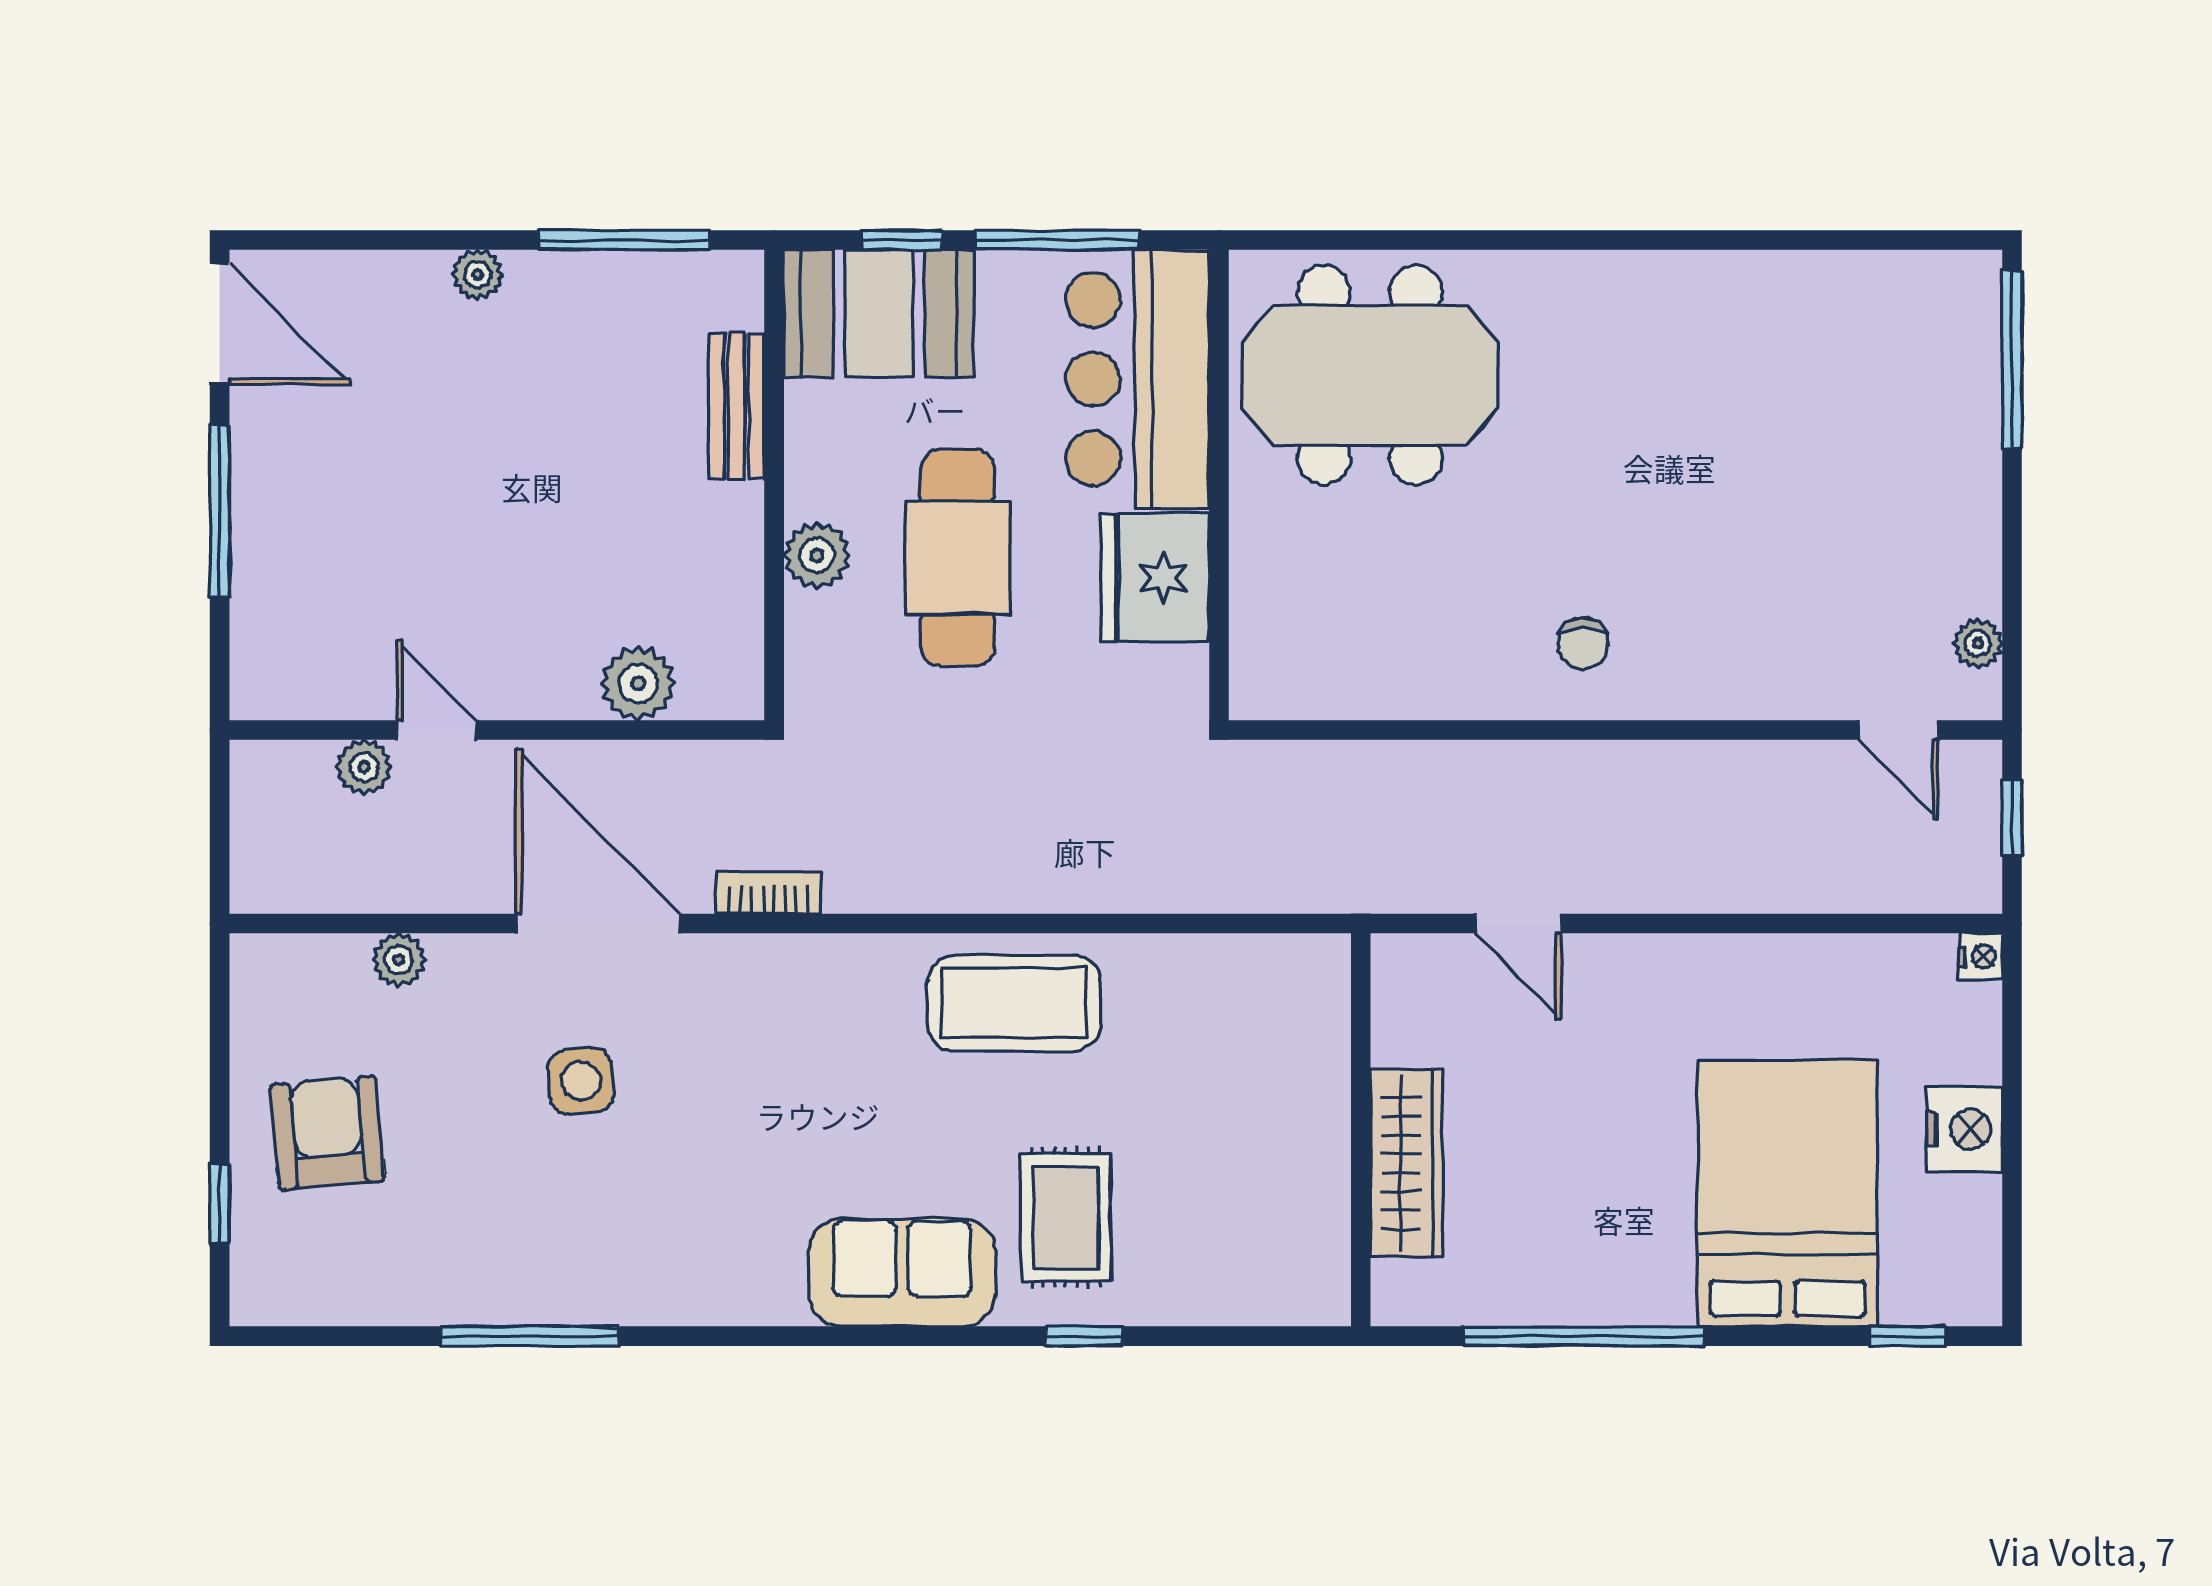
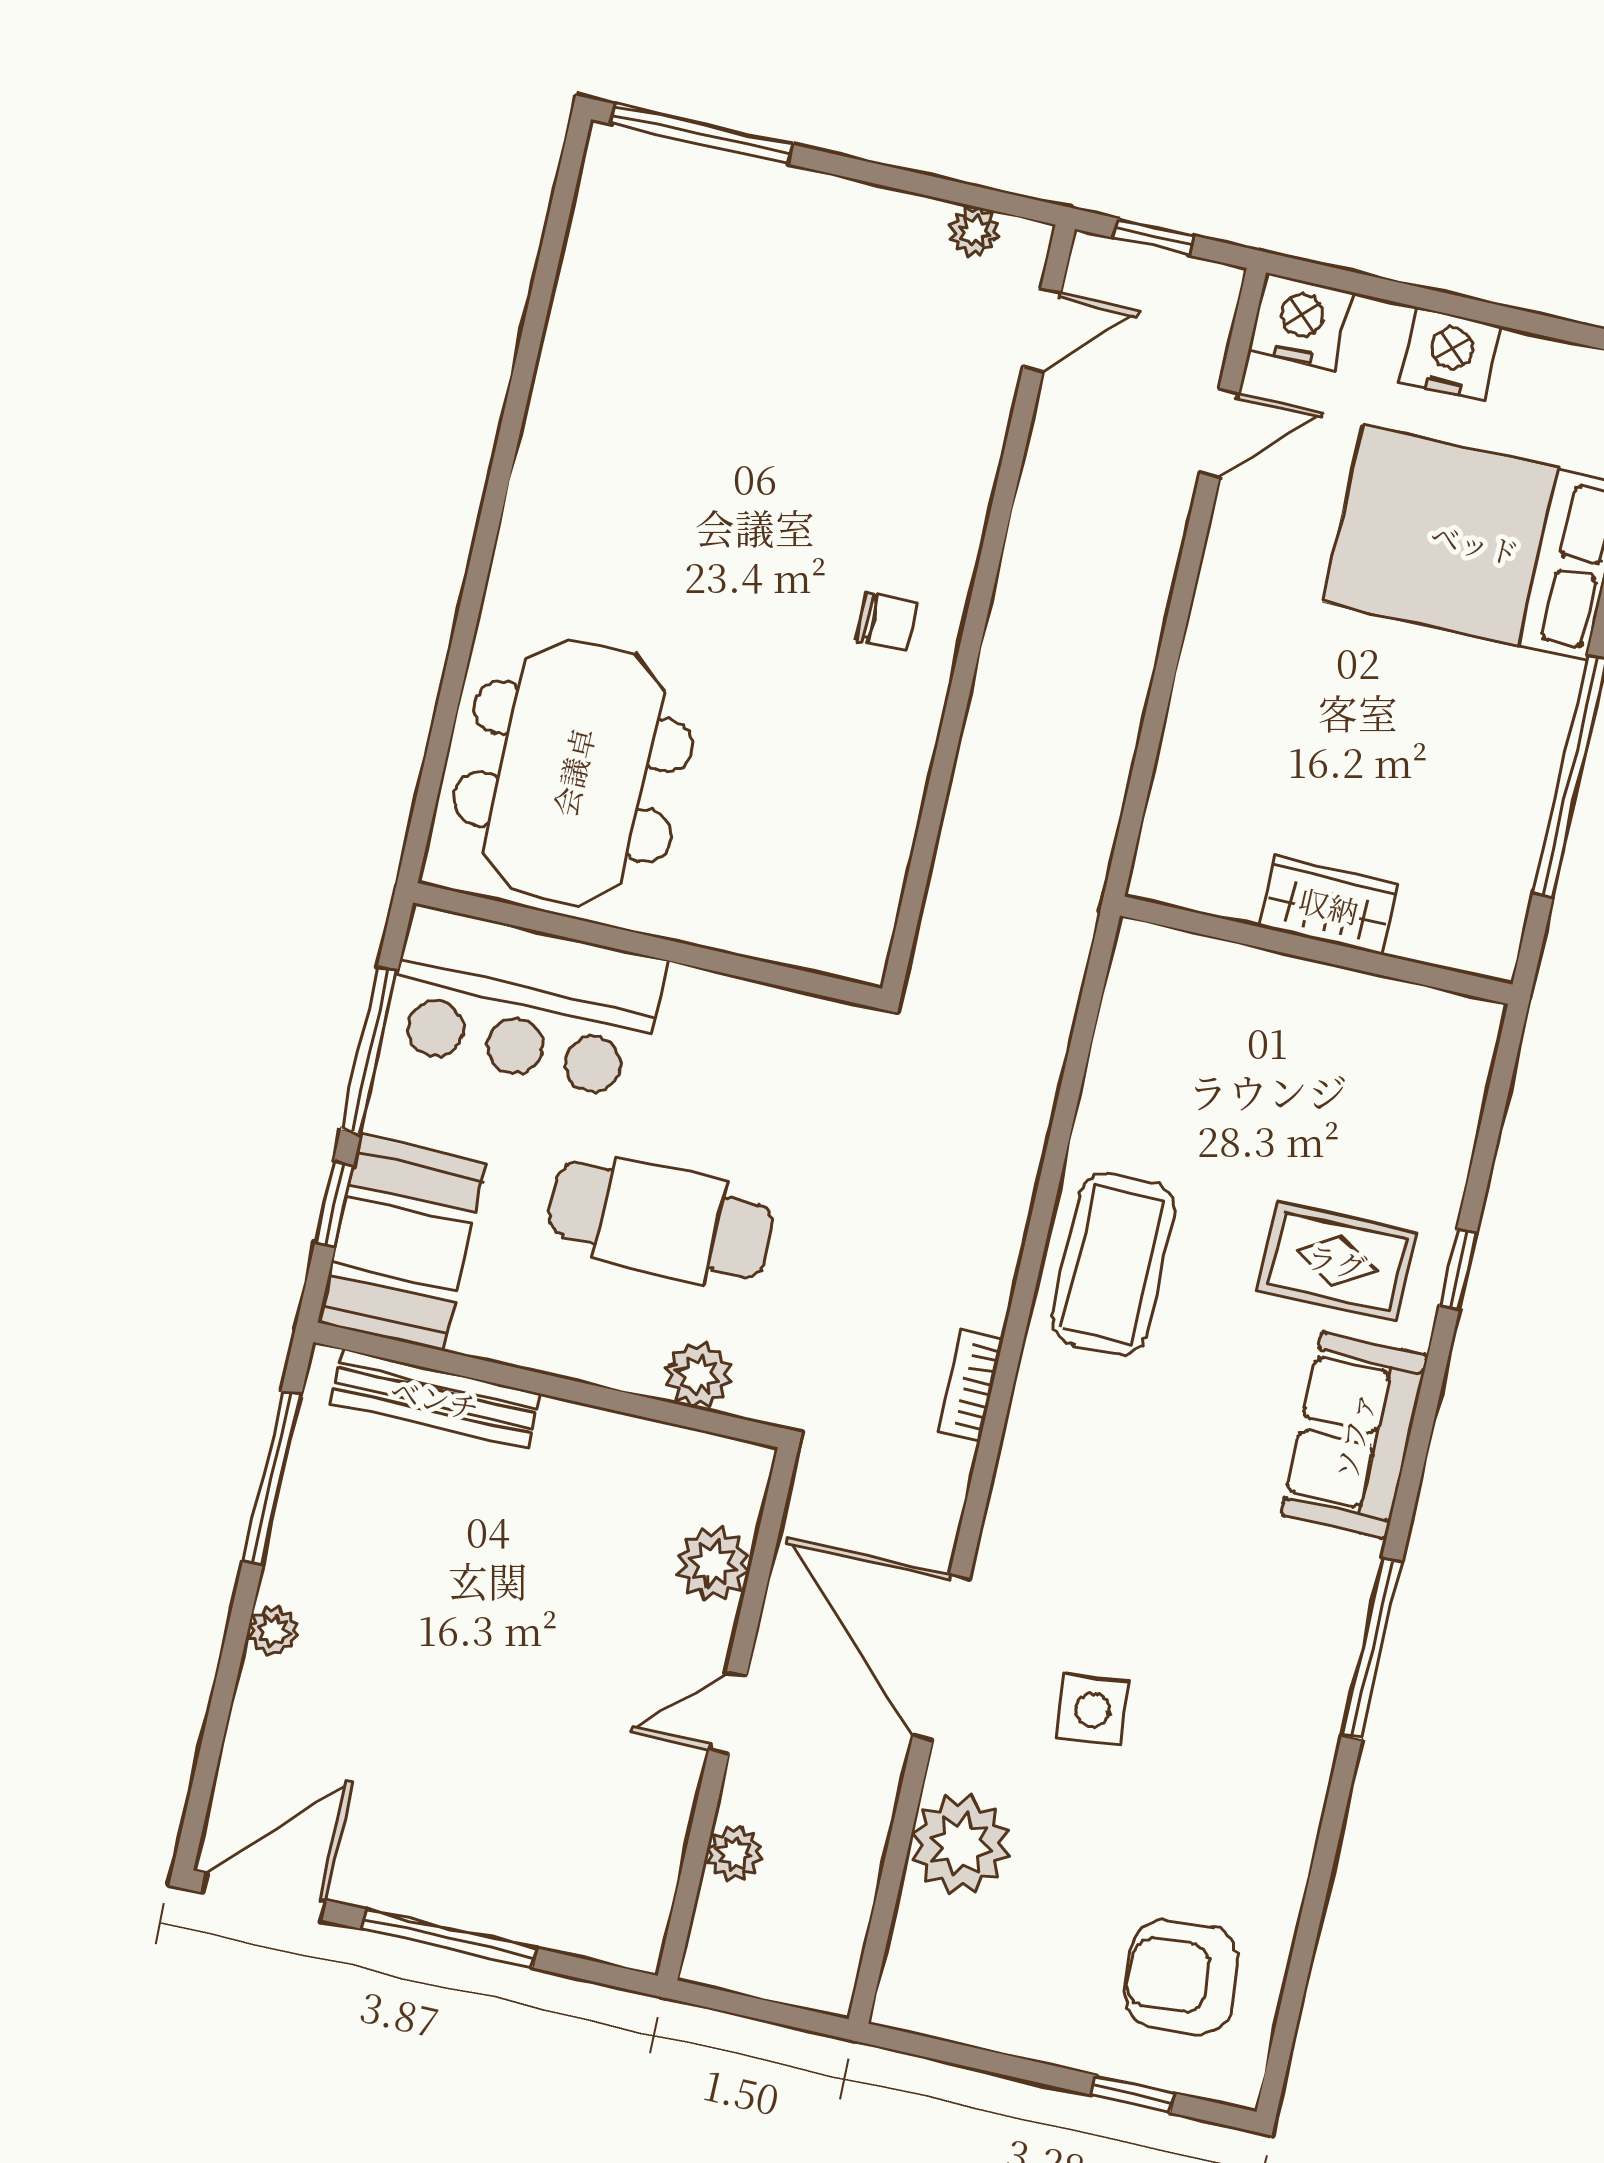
bench: (736, 406) -> (435, 1398), width x1.36
plant: (817, 555) -> (699, 1375), moved
fridge: (1155, 578) -> (725, 1030), removed
door: (437, 730) -> (728, 1713), moved
bookcase: (768, 893) -> (971, 1385), moved
door: (598, 923) -> (941, 1657), hinge flipped
door: (1518, 923) -> (1219, 434), moved
nightstand: (1980, 956) -> (1300, 321), width x1.89, depth x1.79
plant: (399, 960) -> (961, 1844), width x1.88, depth x1.88
armchair: (327, 1133) -> (1181, 1977), moved
wardrobe: (1407, 1163) -> (1329, 905), width x0.67
window: (530, 1336) -> (1372, 1648), moved

